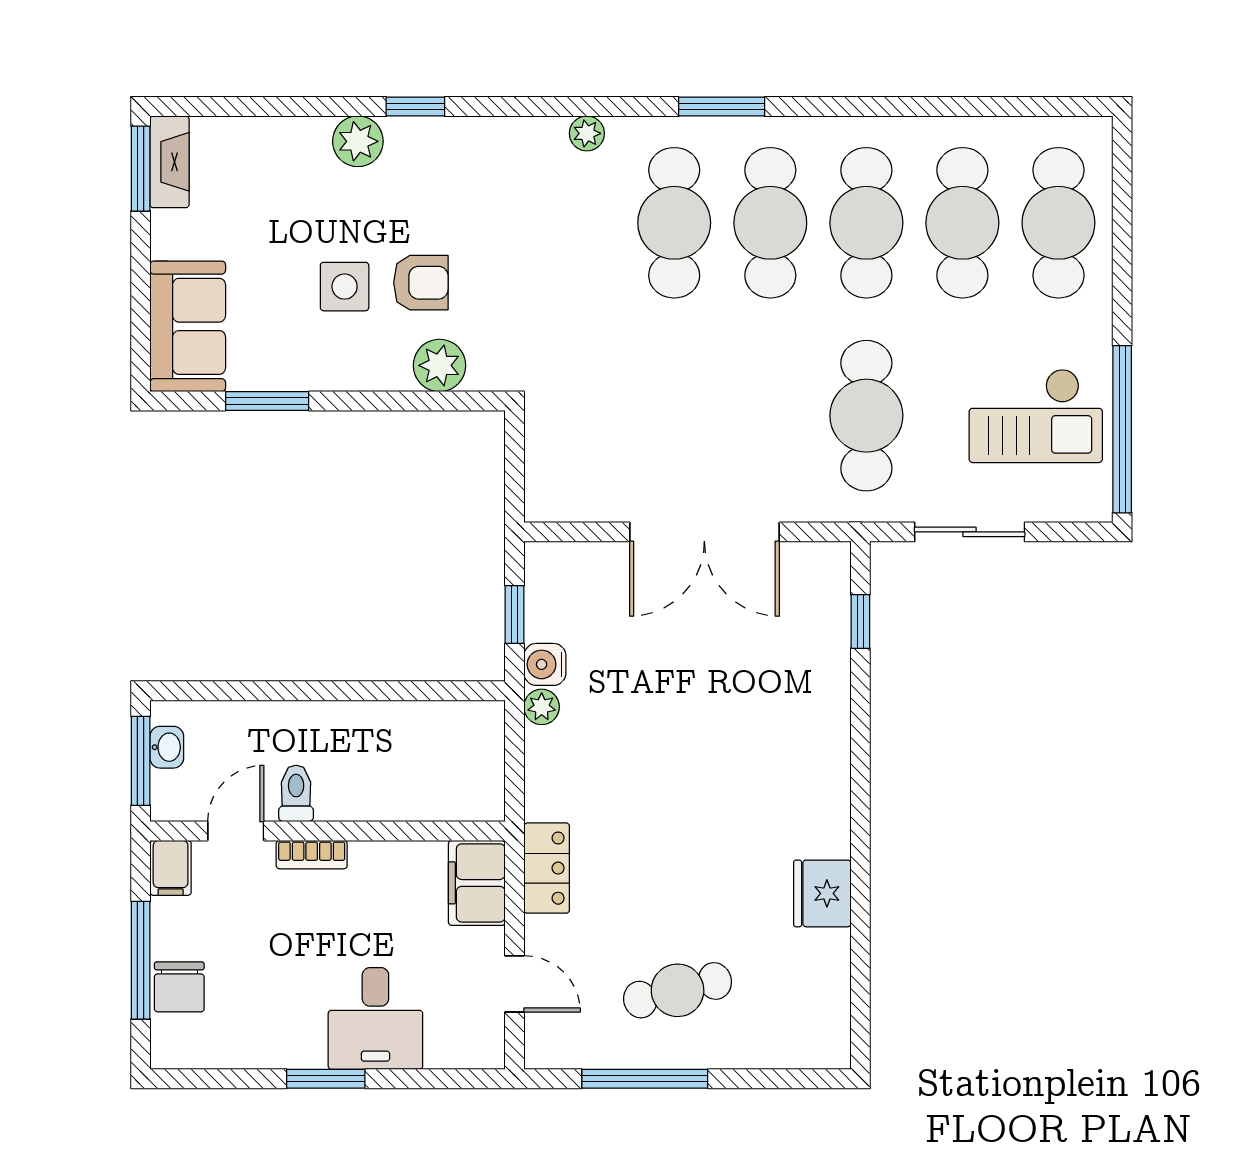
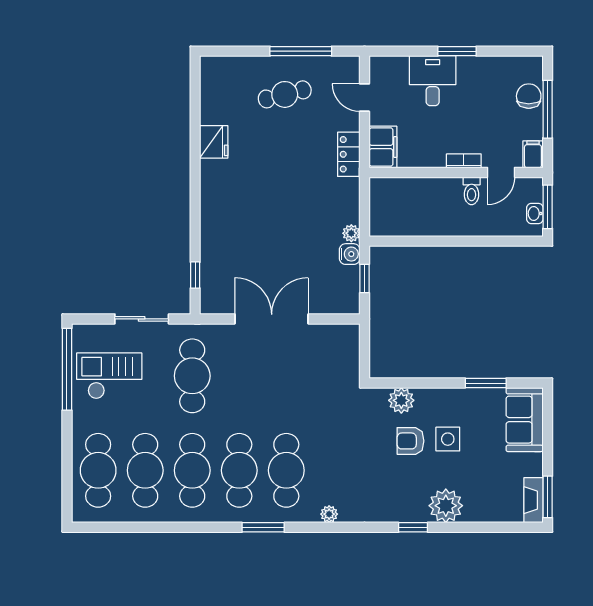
plant: (358, 141) -> (446, 506), width x1.36, depth x1.36

